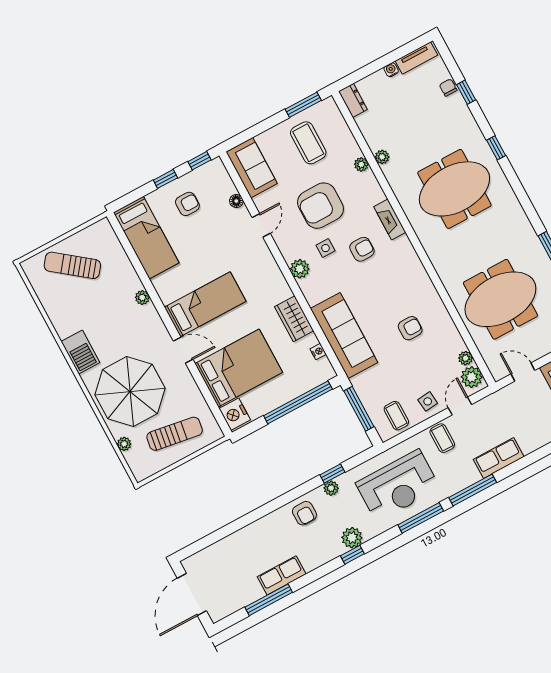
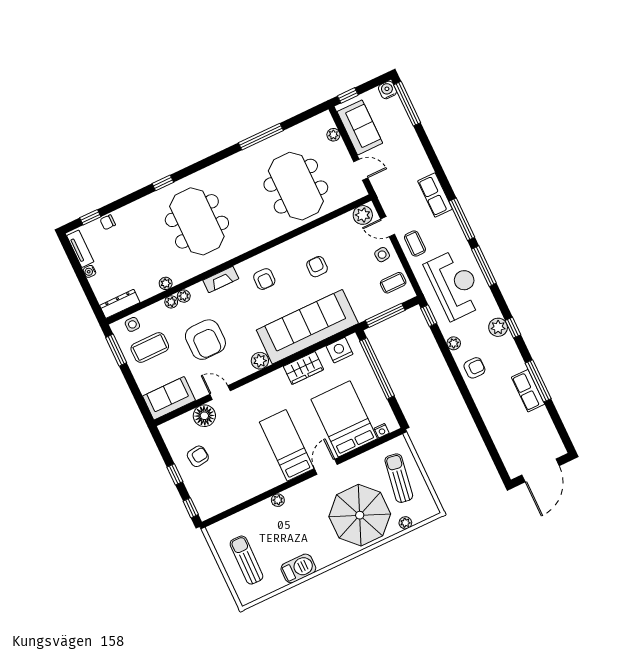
window: (466, 92) -> (90, 217), moved
dresser: (353, 100) -> (120, 304), width x1.44
window: (199, 161) -> (191, 508), moved
floor lamp: (236, 201) -> (204, 416), width x1.89, depth x1.89
armchair: (187, 204) -> (198, 456), turned 83
bed: (146, 238) -> (226, 494), removed
side table: (326, 248) -> (132, 324), moved
armchair: (362, 249) -> (264, 279), moved, turned 180
sun lounger: (72, 265) -> (246, 560), turned 143
sofa: (344, 336) -> (307, 327), width x1.36, depth x1.27
barbecue: (80, 352) -> (298, 568), moved
nightstand: (318, 352) -> (340, 350), width x1.89, depth x1.79
plant: (466, 358) -> (184, 296), moved
door: (523, 372) -> (361, 170), swing flipped
nightstand: (235, 414) -> (382, 431), width x0.53, depth x0.56
coffee table: (442, 438) -> (415, 243), turned 90
window: (332, 474) -> (429, 316), moved
door: (192, 594) -> (541, 470), hinge flipped
window: (269, 600) -> (538, 381), moved

